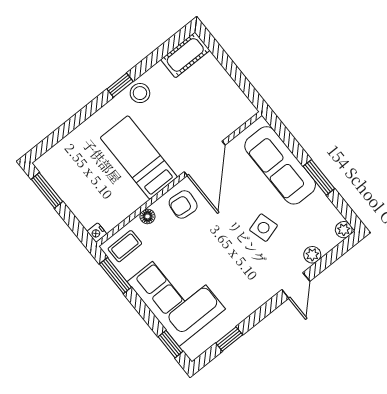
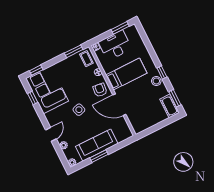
window: (167, 47) -> (175, 98), added
sofa: (280, 165) -> (97, 145), moved
desk: (85, 193) -> (115, 45), added
side table: (264, 228) -> (79, 110), moved
door: (296, 285) -> (51, 134), swing flipped
corner sofa: (176, 295) -> (47, 90), moved, turned -90

